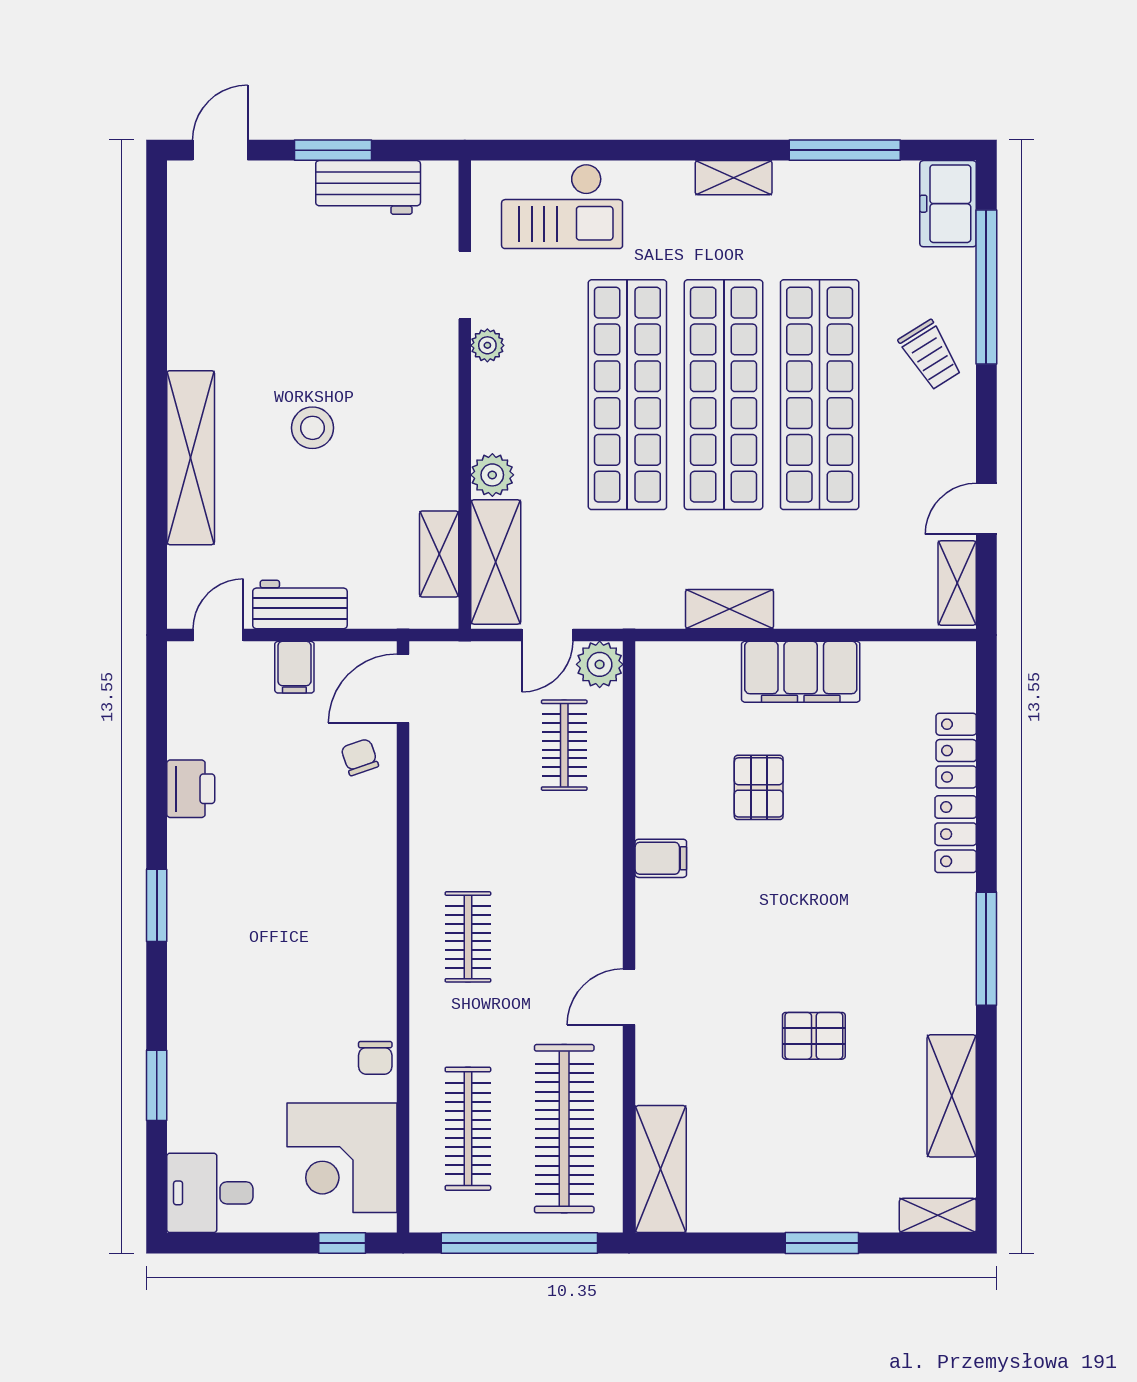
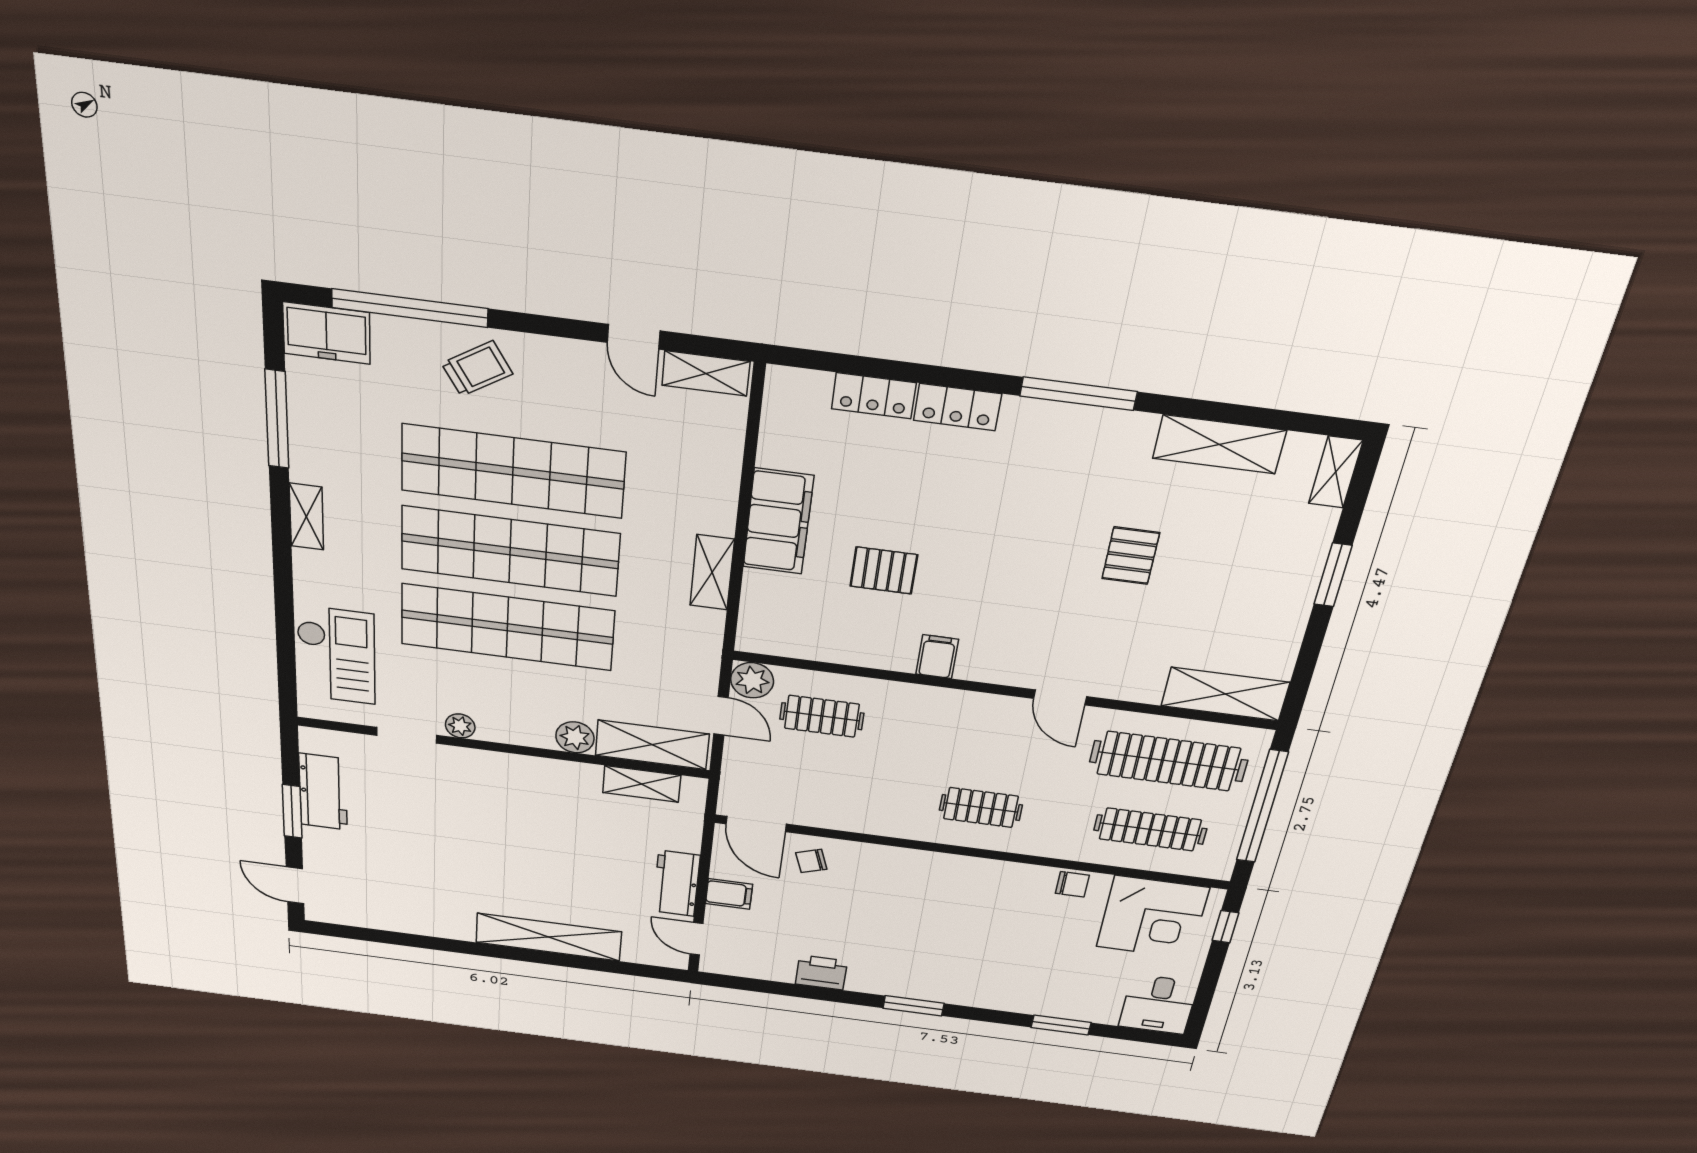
stool: (312, 428) -> (528, 856), removed

